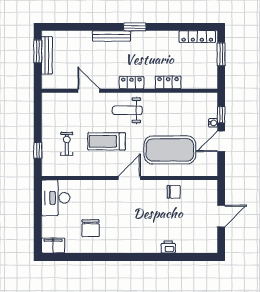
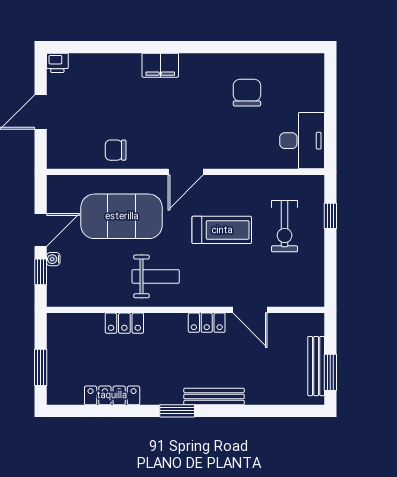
locker: (197, 37) -> (112, 395), moved
locker: (131, 83) -> (207, 323), moved
weight bench: (127, 110) -> (156, 276), moved
exercise bike: (67, 144) -> (285, 226), width x1.38, depth x1.39
filing cabinet: (53, 246) -> (160, 65), moved
printer: (168, 247) -> (57, 63), moved

